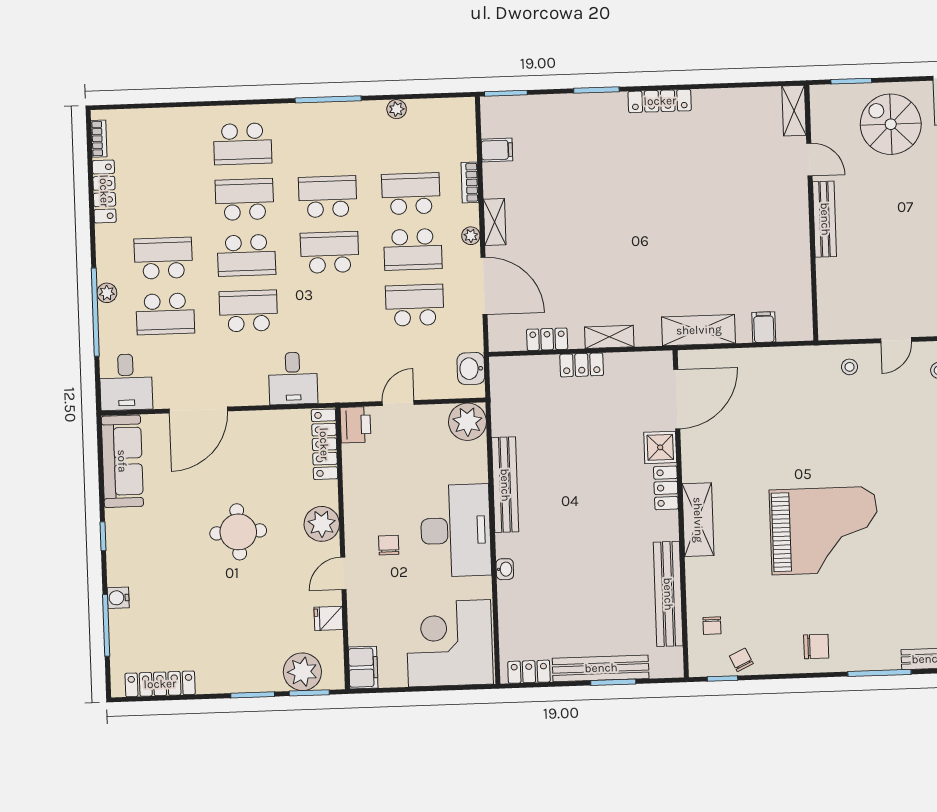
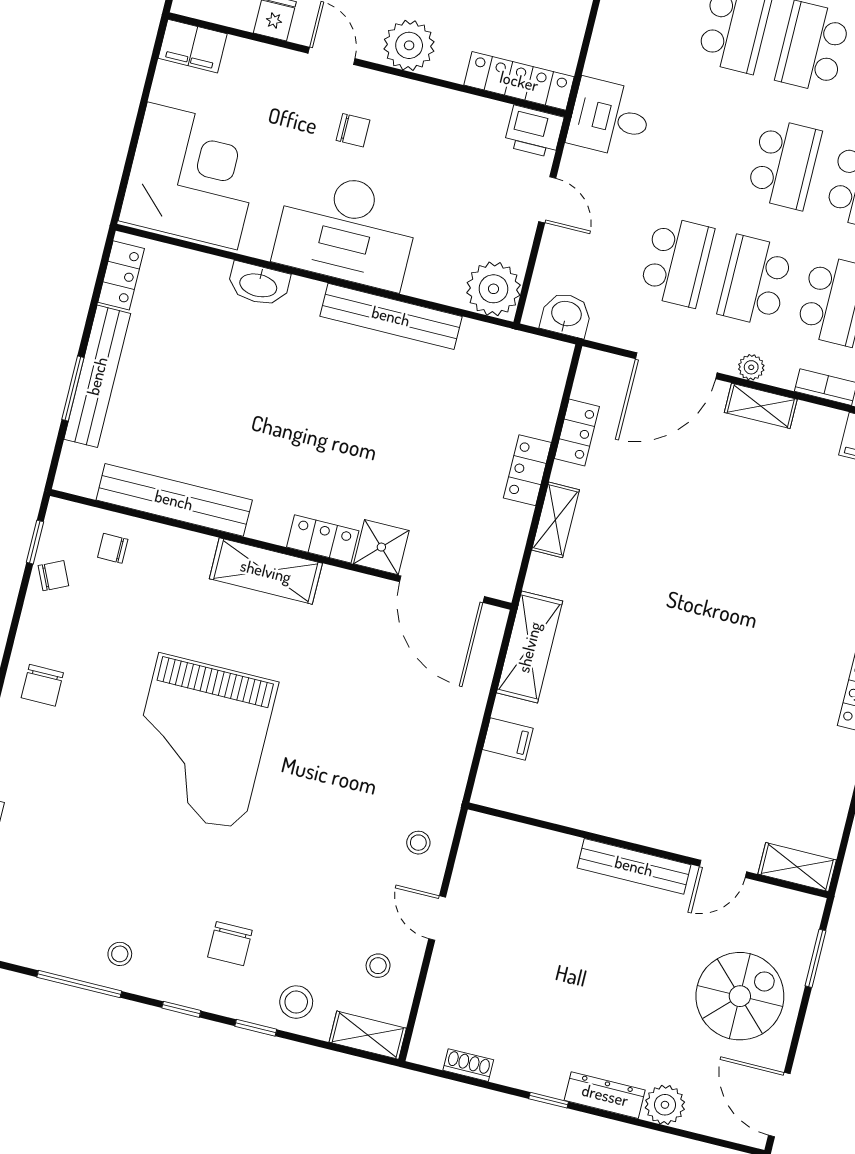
desk: (293, 378) -> (610, 118), moved
washbasin: (505, 569) -> (259, 284), width x1.91, depth x1.45

